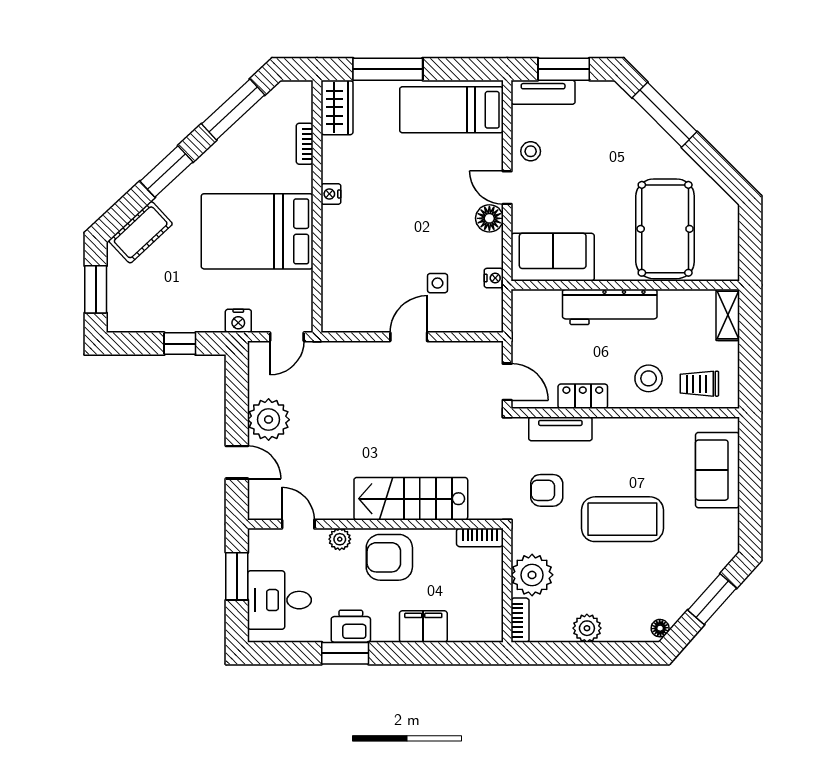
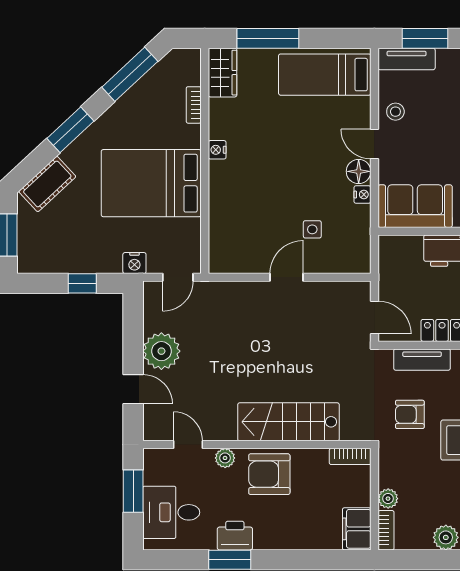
nightstand: (494, 278) -> (362, 195), moved
plant: (532, 575) -> (388, 499), width x0.53, depth x0.53
filing cabinet: (423, 626) -> (357, 529), moved, turned -90

